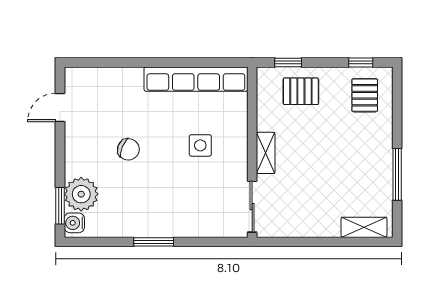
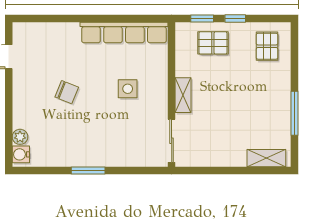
window: (361, 63) -> (235, 18), moved
plant: (81, 194) -> (20, 137), width x0.53, depth x0.53
window: (60, 206) -> (9, 140), removed

